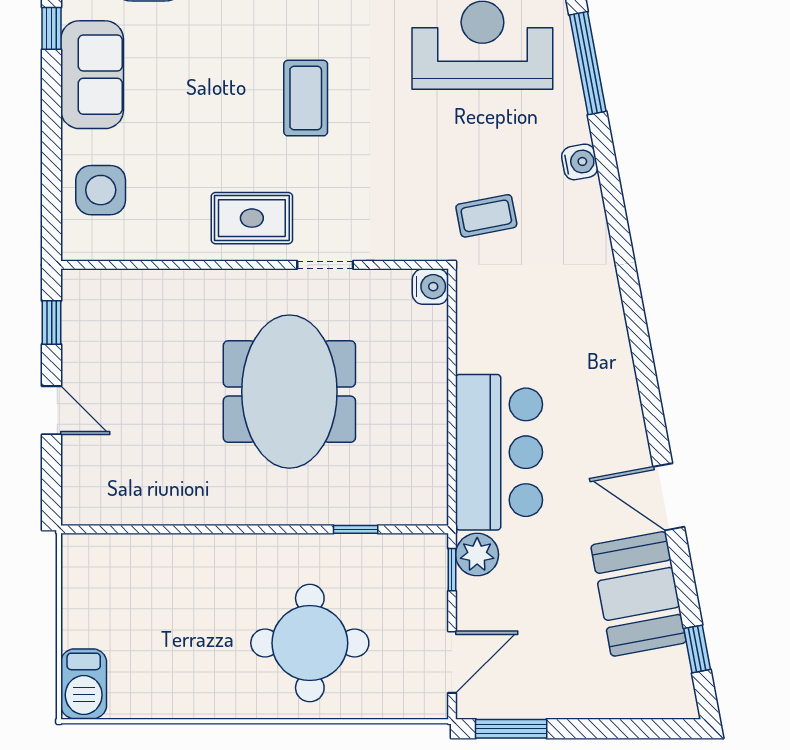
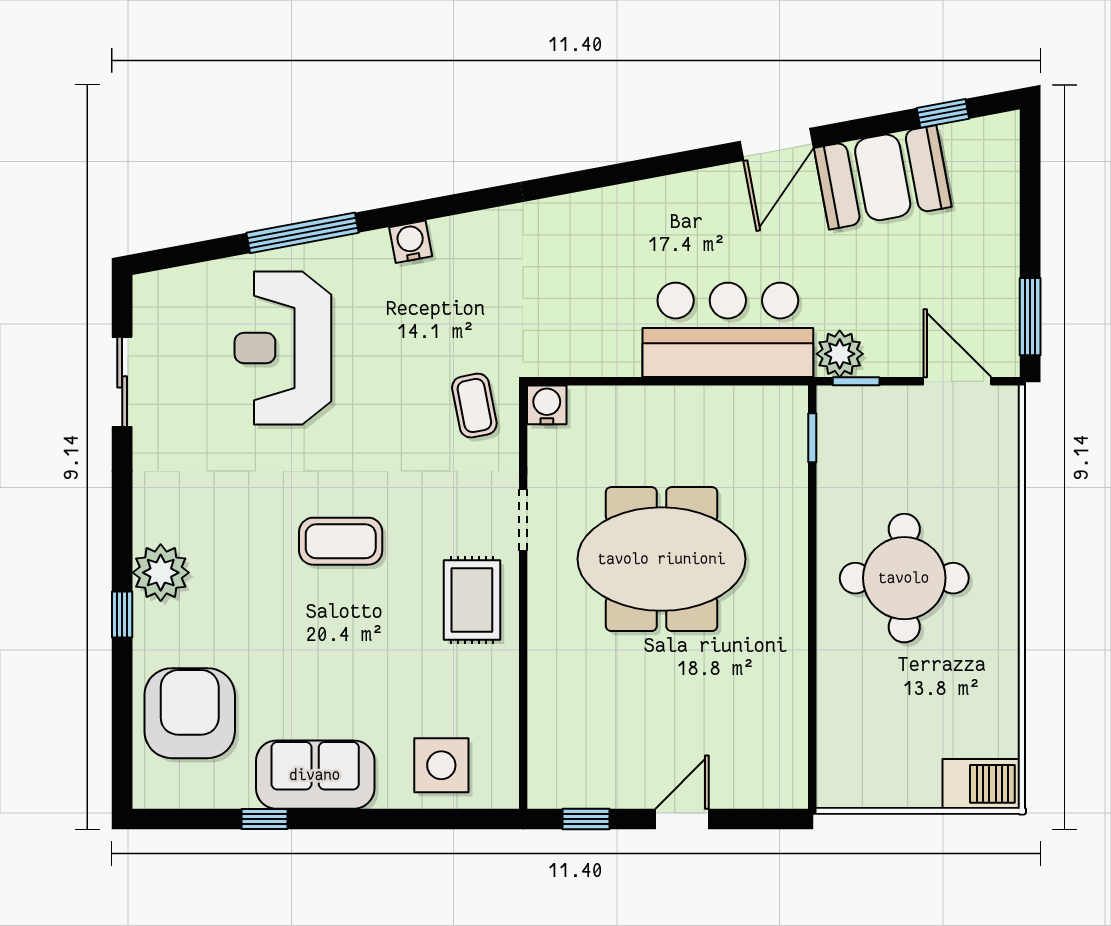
coffee table: (486, 216) -> (474, 406), moved
window: (356, 529) -> (812, 438), moved
round table: (310, 643) -> (904, 578), moved

